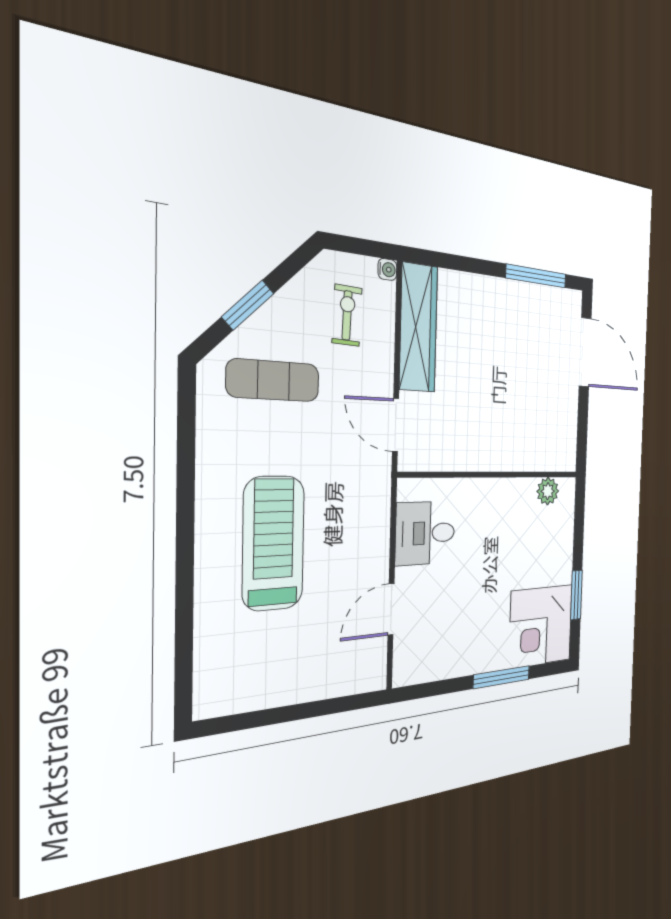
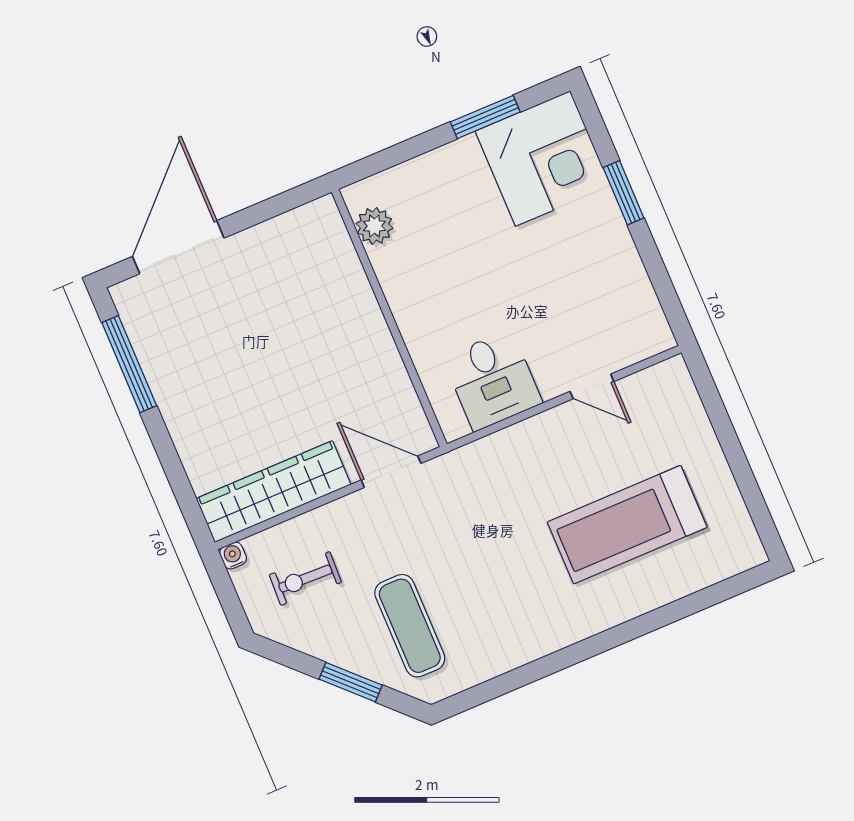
door: (395, 425) -> (391, 472), swing flipped
treadmill: (274, 543) -> (627, 525), moved
door: (391, 609) -> (592, 386), width x0.73
window: (502, 677) -> (624, 193), width x0.69

